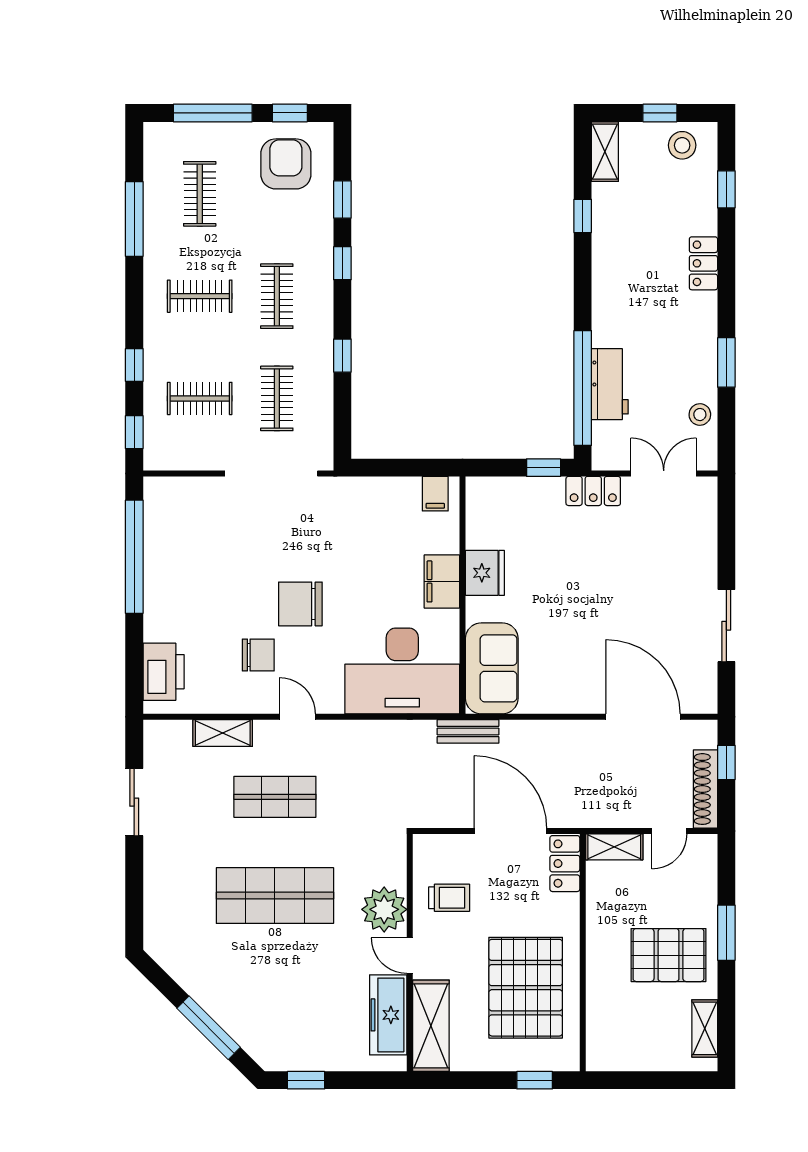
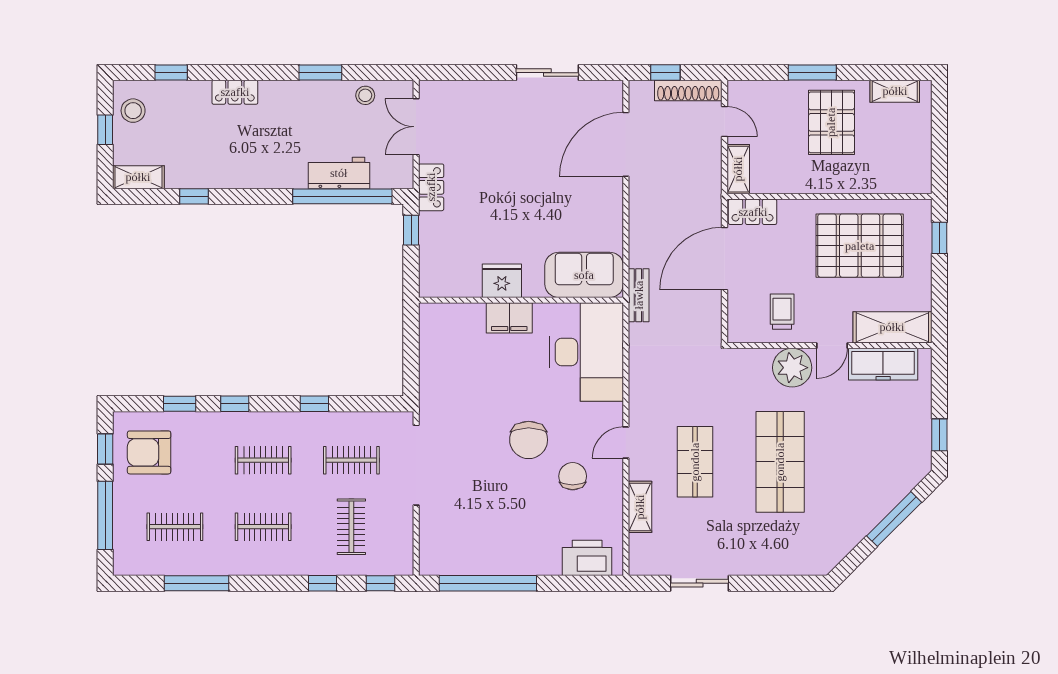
clothes rail: (200, 296) -> (263, 527), turned 90
filing cabinet: (435, 494) -> (434, 324), removed

